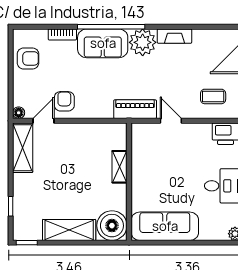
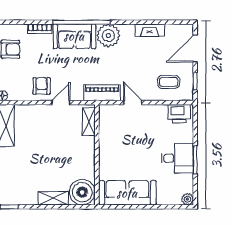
fireplace: (174, 36) -> (150, 30), moved
door: (43, 121) -> (61, 103), moved
shelving: (120, 167) -> (89, 122), moved
shelving: (69, 230) -> (53, 198), width x0.67, depth x0.75

